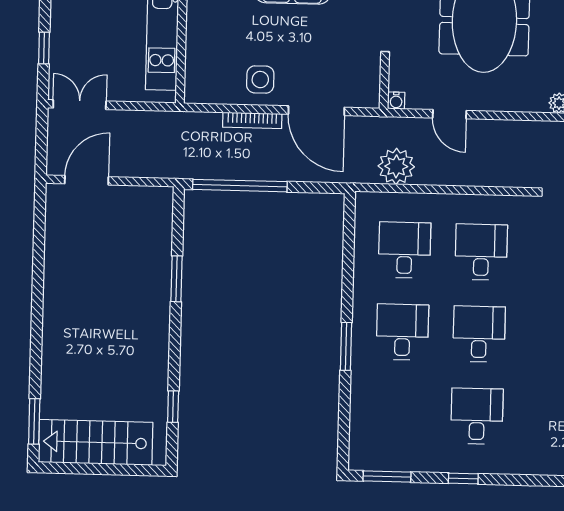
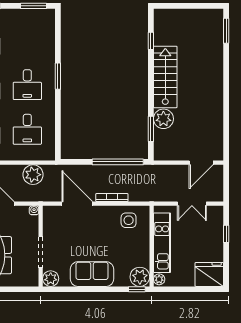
side table: (260, 80) -> (129, 220), moved
double door: (80, 105) -> (192, 204), moved
plant: (154, 263) -> (163, 119), added
window: (176, 279) -> (151, 129), moved
stairs: (96, 442) -> (165, 77), moved, turned -90

